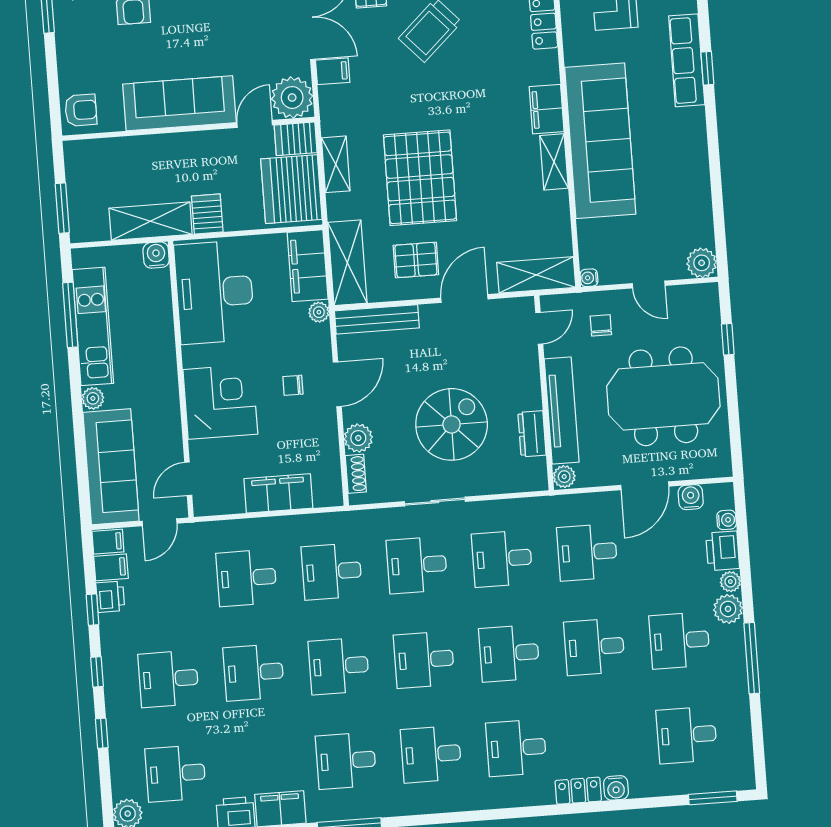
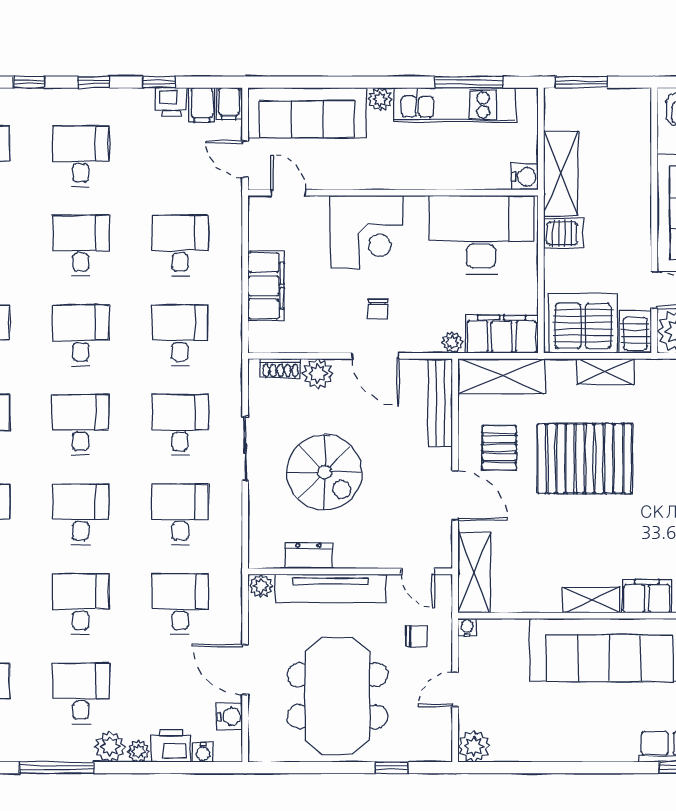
chair: (293, 385) -> (378, 309), turned 180

